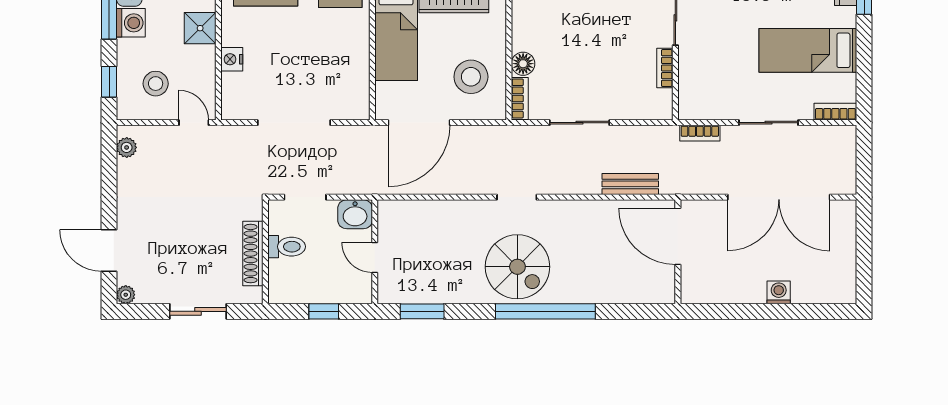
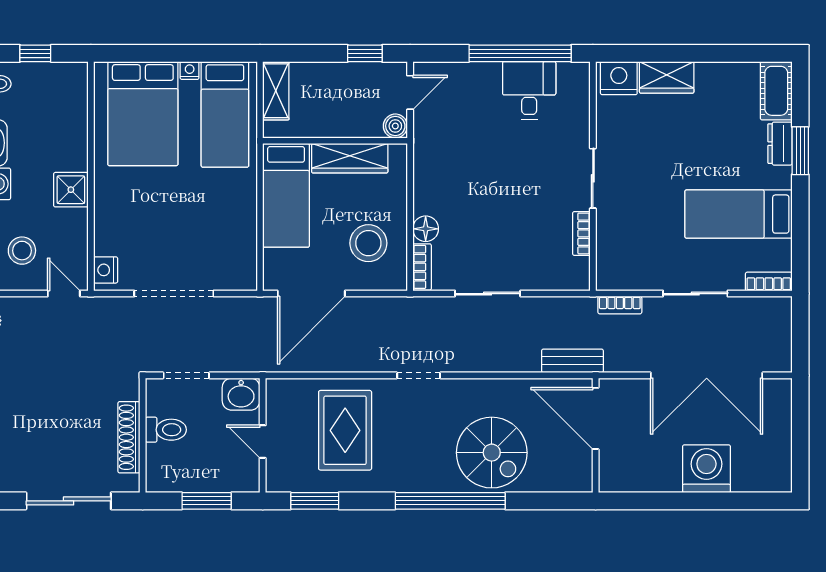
nightstand: (232, 59) -> (106, 270), moved
bench: (630, 184) -> (572, 361), moved
rug: (450, 247) -> (345, 430), added
spiral stairs: (517, 267) -> (492, 453), moved
washing machine: (779, 292) -> (706, 469), width x1.89, depth x1.89
sliding door: (198, 311) -> (69, 501), width x1.37
window: (324, 311) -> (207, 501), width x1.50

